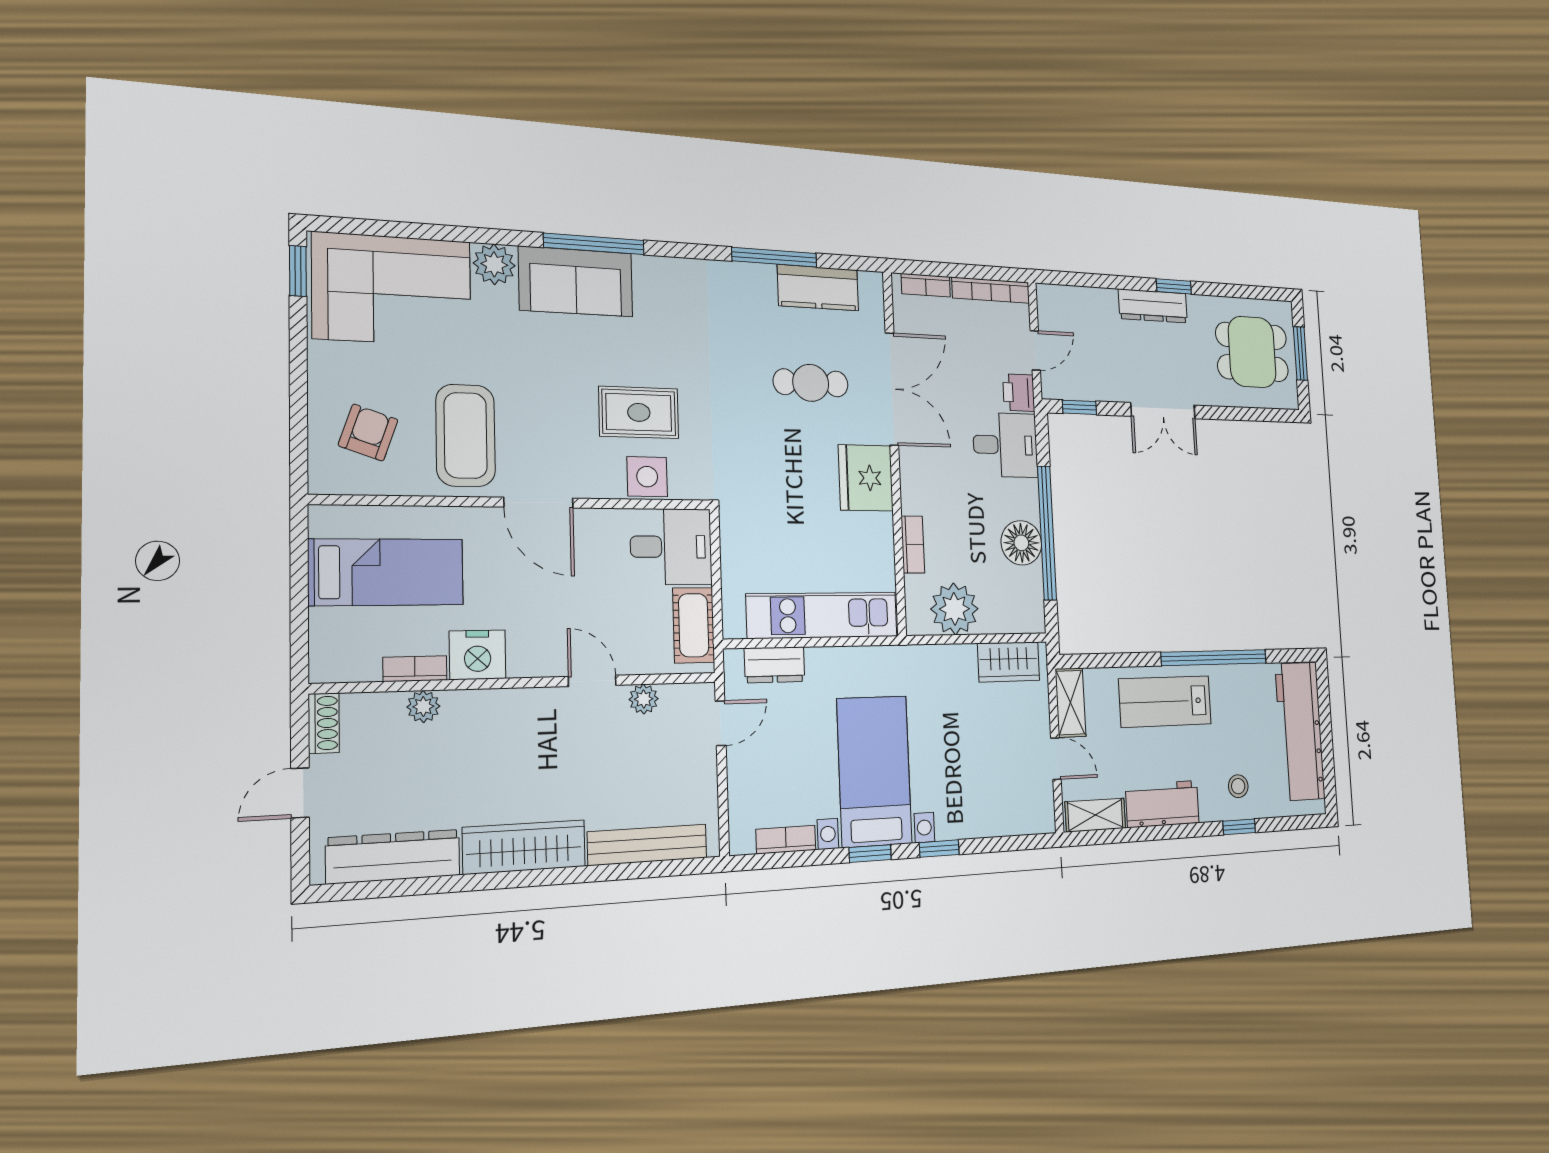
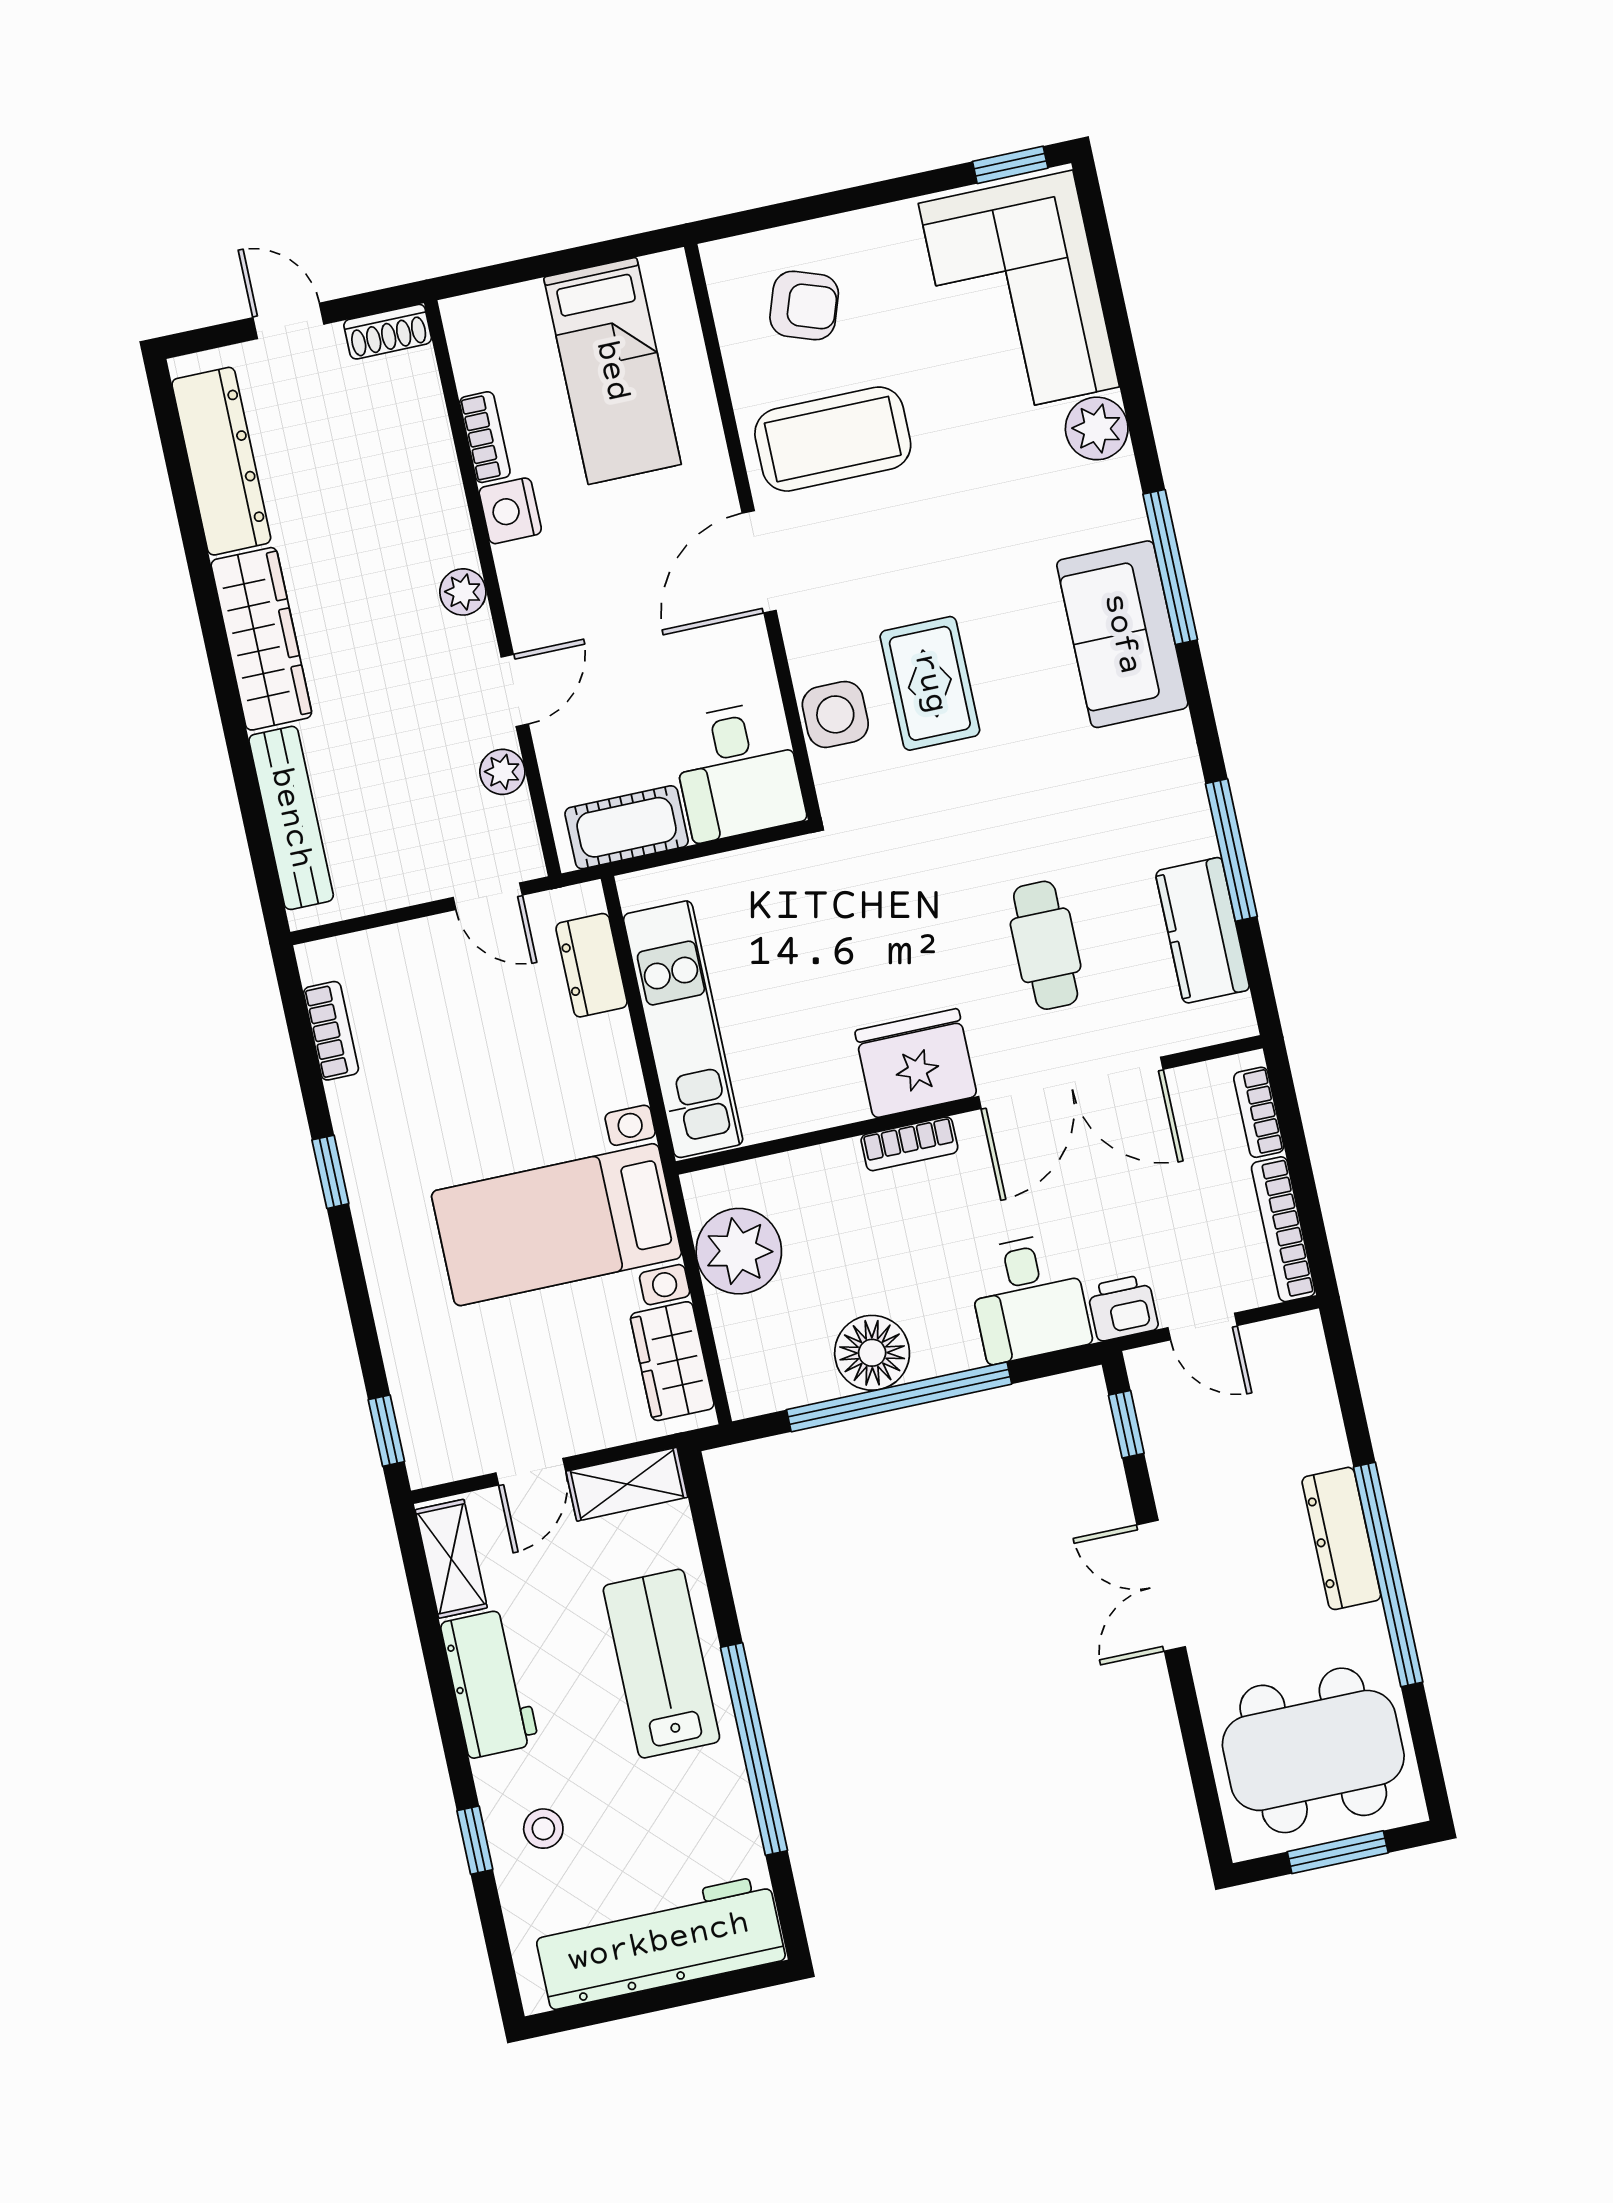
sofa: (576, 282) -> (1122, 634), moved
window: (1174, 286) -> (1388, 1575), width x3.17
dining table: (1252, 352) -> (1313, 1750), width x1.38
bookcase: (913, 544) -> (909, 1144), moved
nightstand: (478, 655) -> (510, 511), width x0.74, depth x0.75
plant: (423, 707) -> (463, 592), moved
bed with nightstands: (874, 771) -> (556, 1225), moved, turned 180
window: (939, 849) -> (386, 1431), moved

